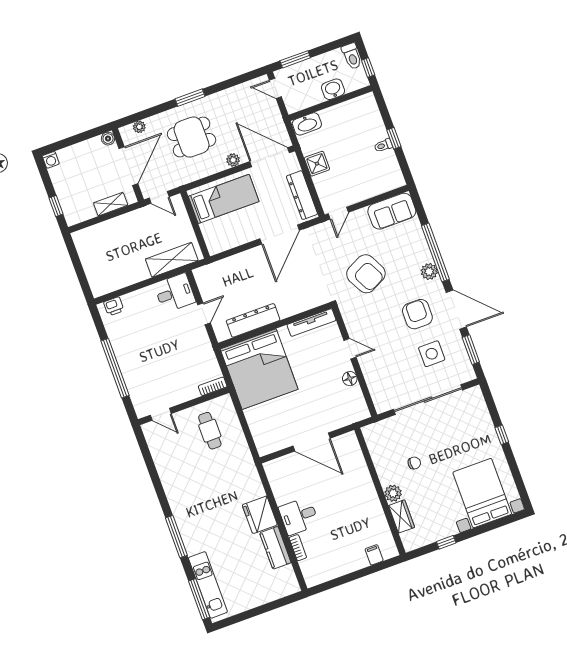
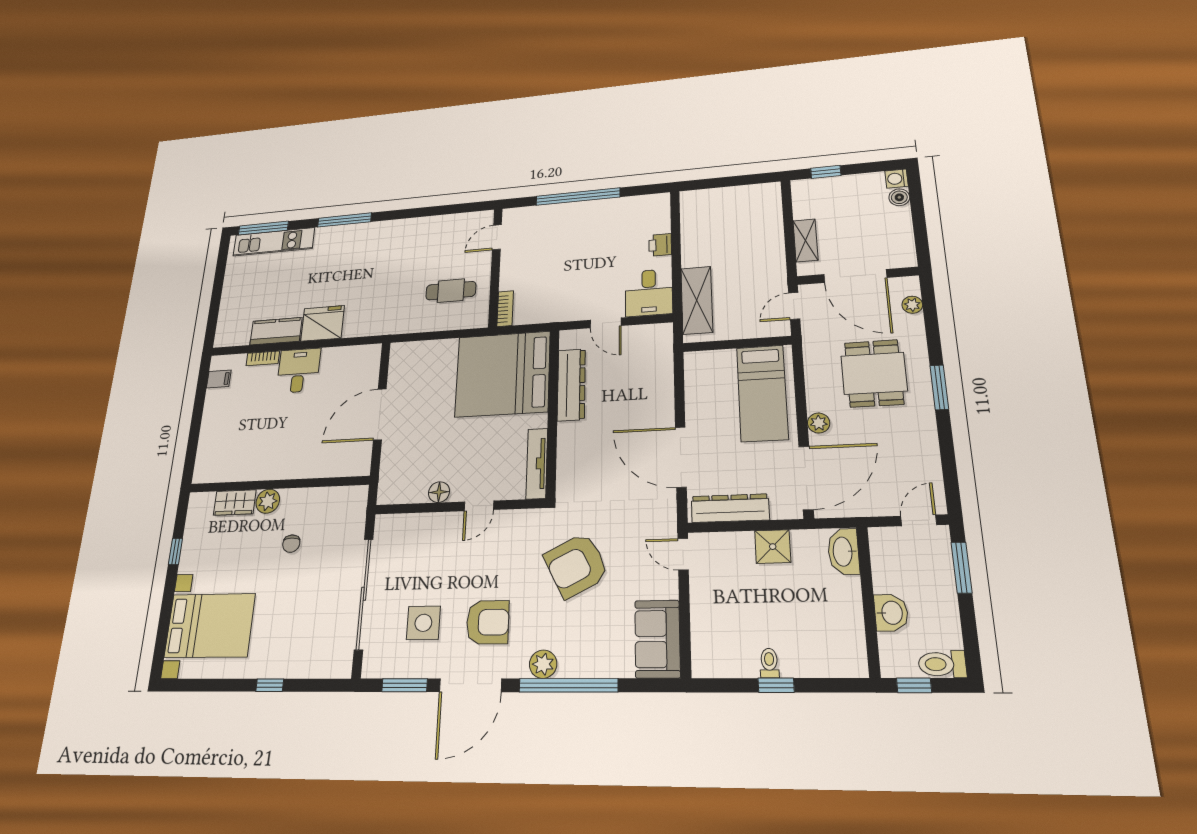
boiler: (108, 139) -> (899, 197), moved
printer: (114, 306) -> (660, 245), moved
filing cabinet: (374, 555) -> (219, 379), moved

